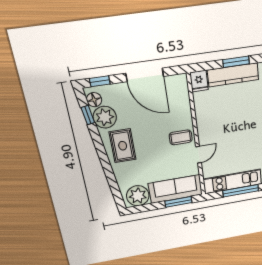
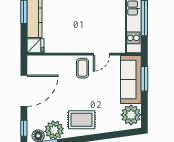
door: (199, 155) -> (101, 54), swing flipped

